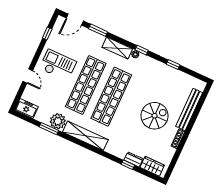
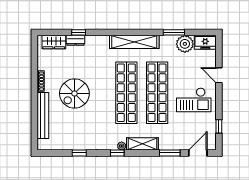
plant: (58, 121) -> (185, 44), moved

